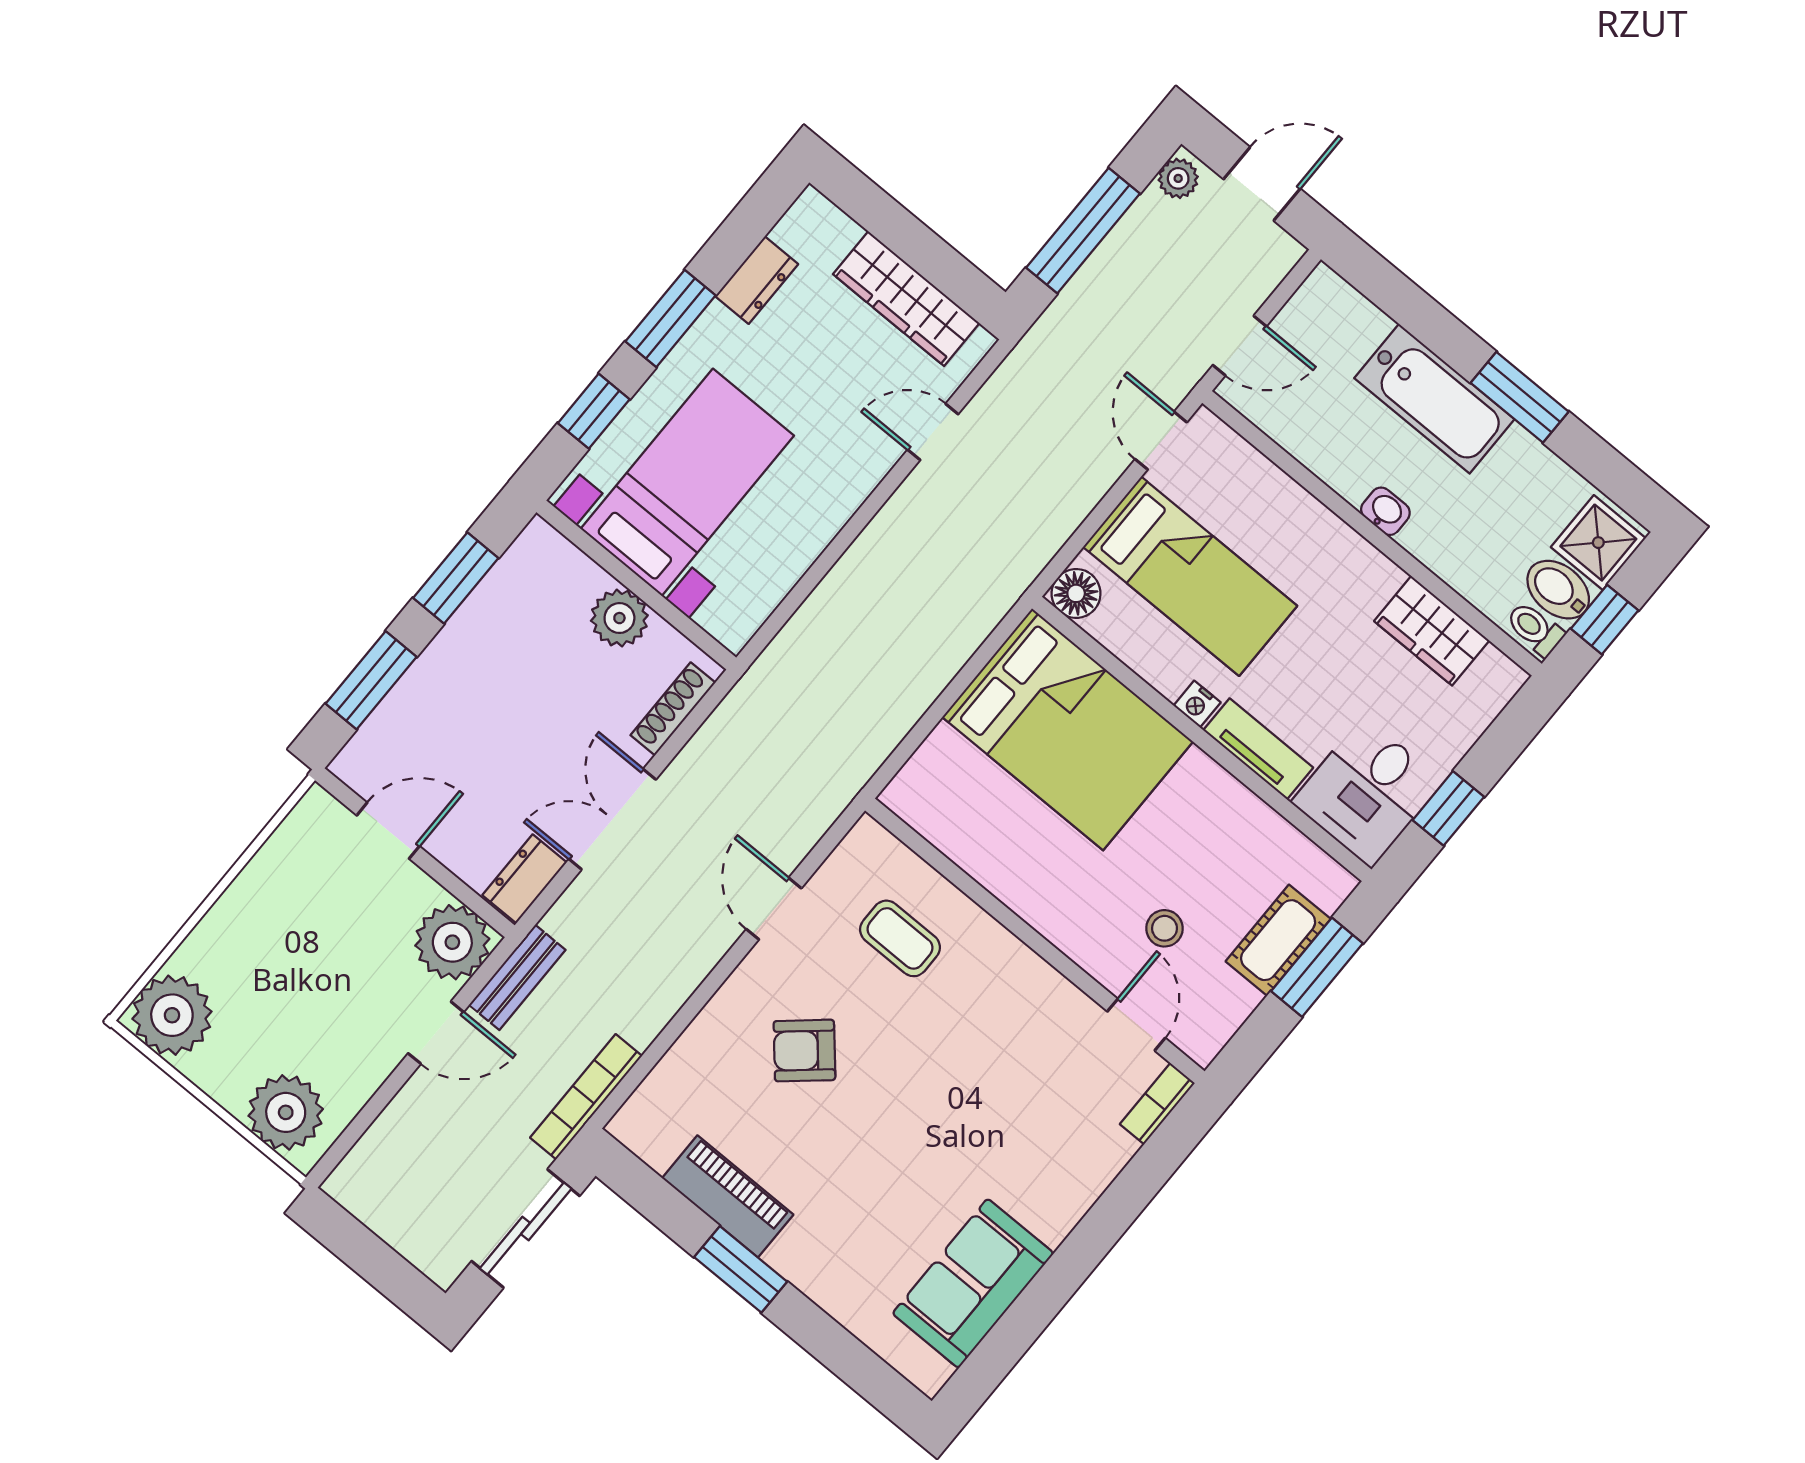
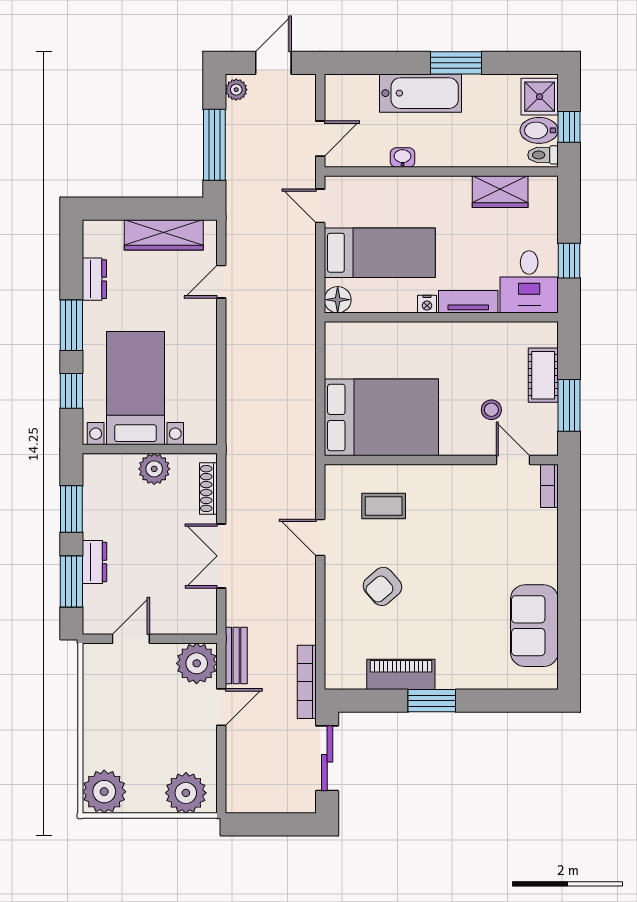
washbasin: (1385, 511) -> (403, 157), moved
bed: (1068, 729) -> (381, 417), moved
dresser: (525, 879) -> (95, 562), moved, turned 180
window: (1317, 967) -> (569, 405), moved

